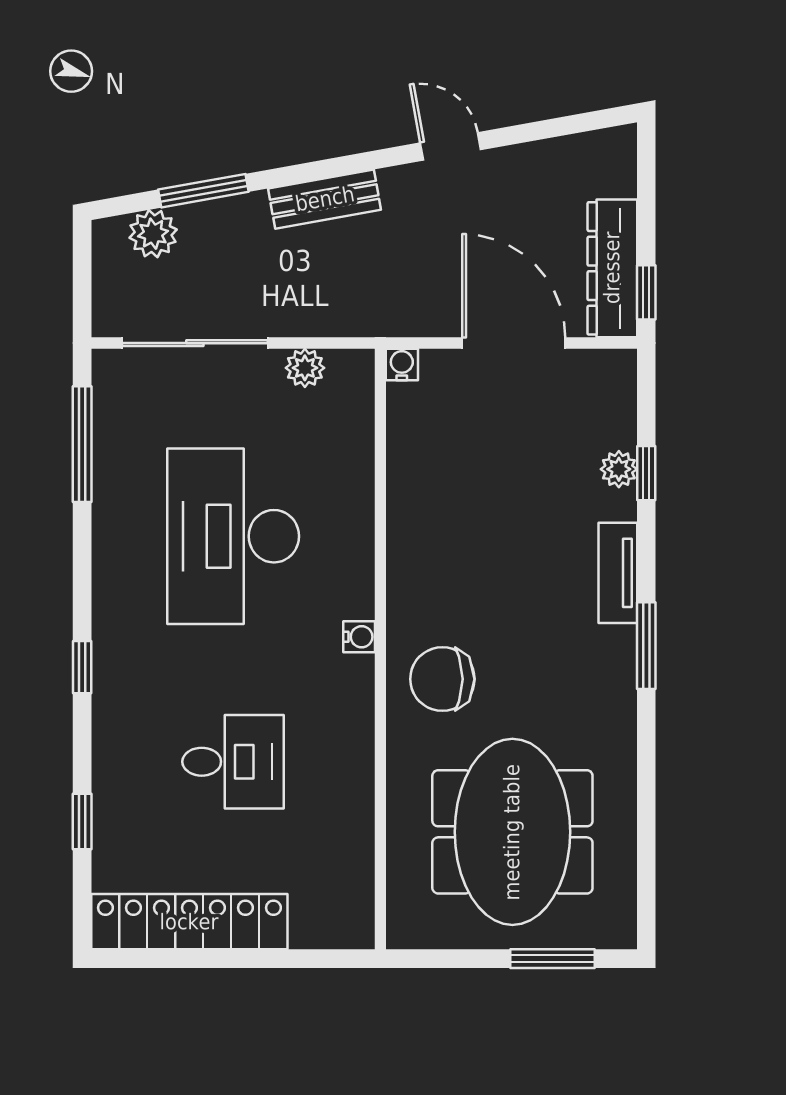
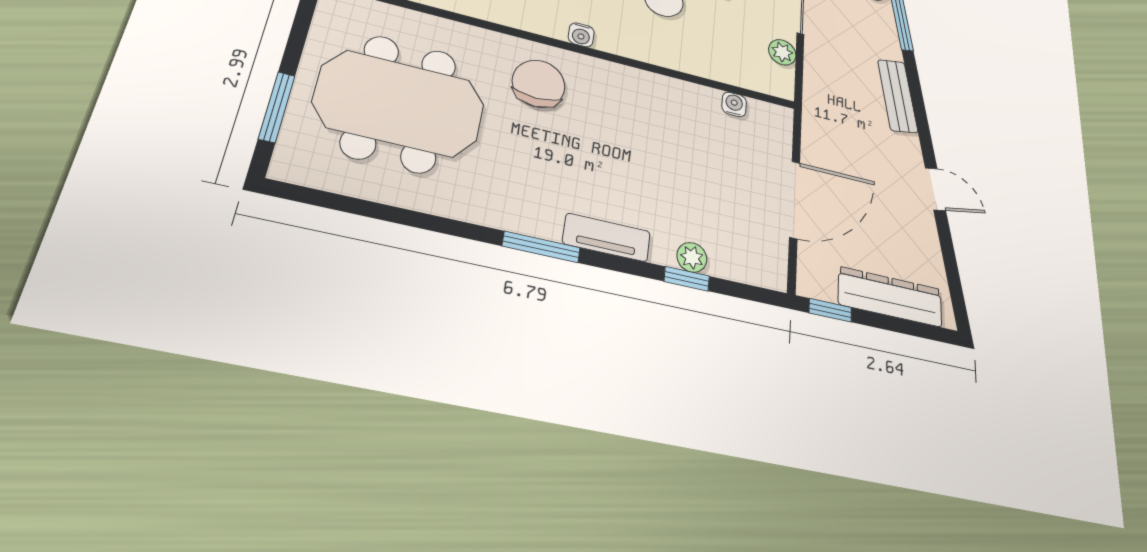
door: (451, 146) -> (935, 189), hinge flipped
dresser: (612, 268) -> (890, 297), moved
water cooler: (402, 365) -> (734, 104), moved, turned -90

